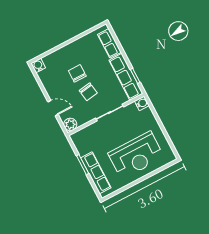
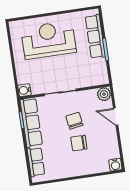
chair: (77, 73) -> (79, 143), turned 90

